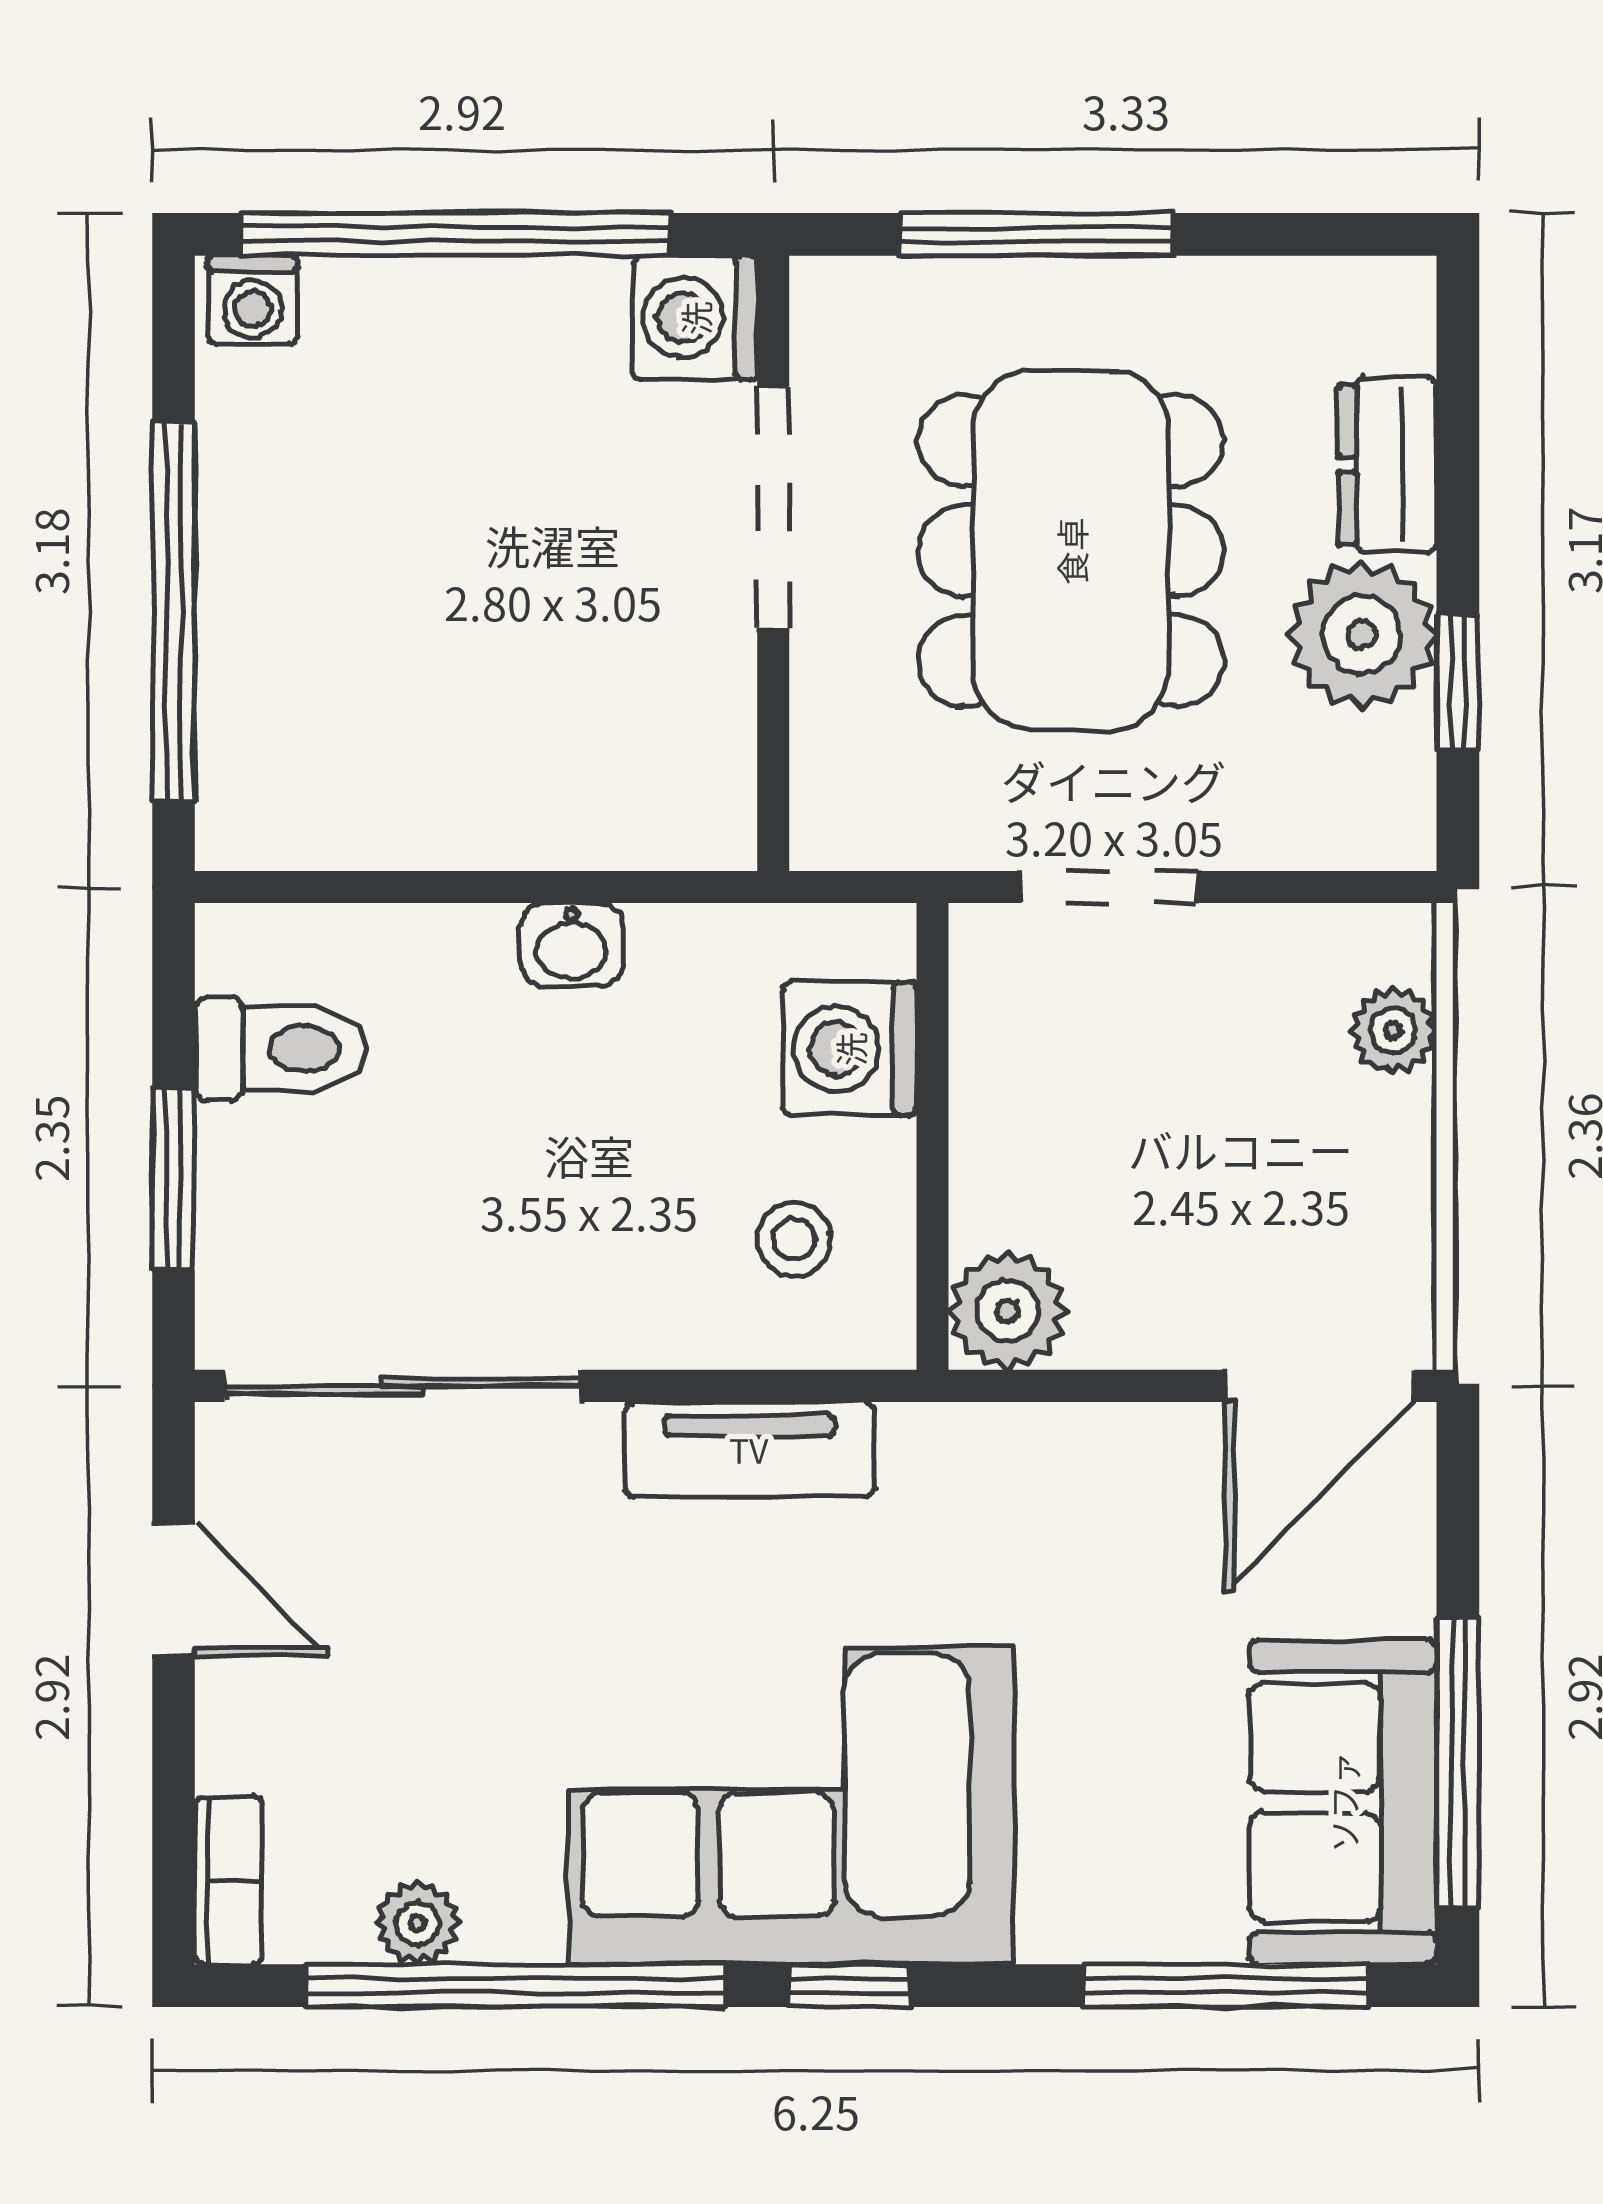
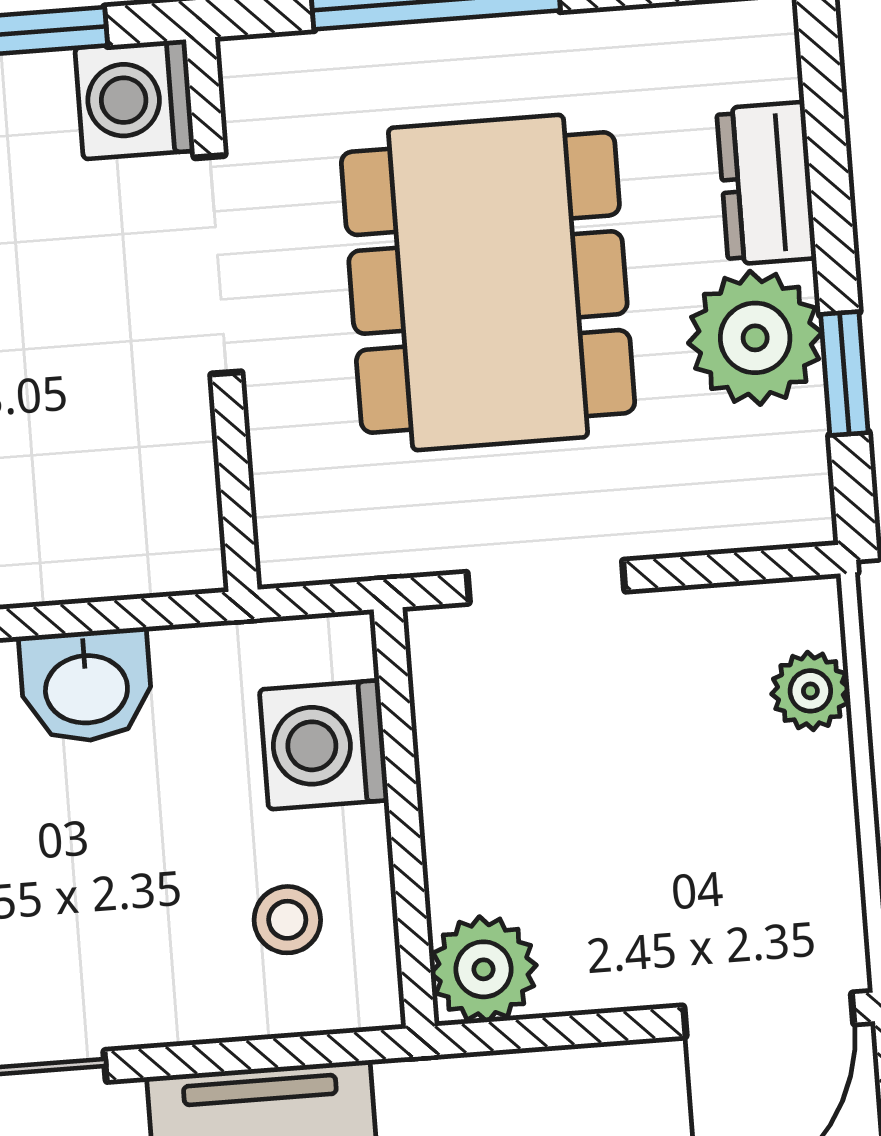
washbasin: (572, 945) -> (86, 686), width x1.38, depth x1.45

